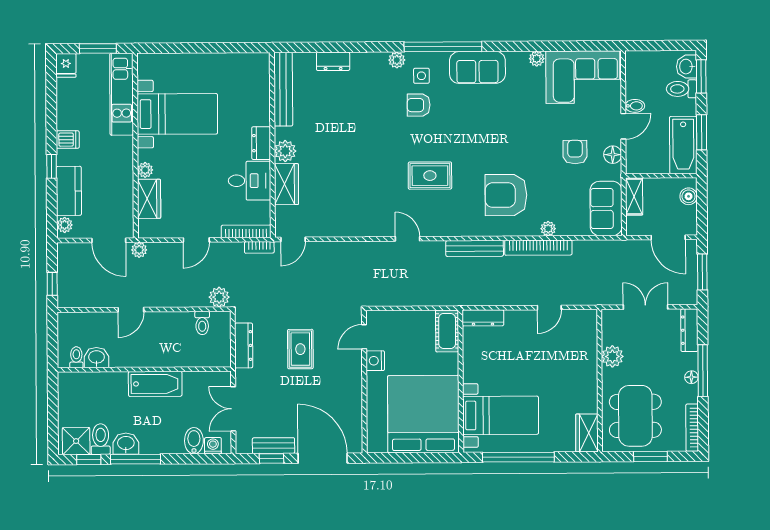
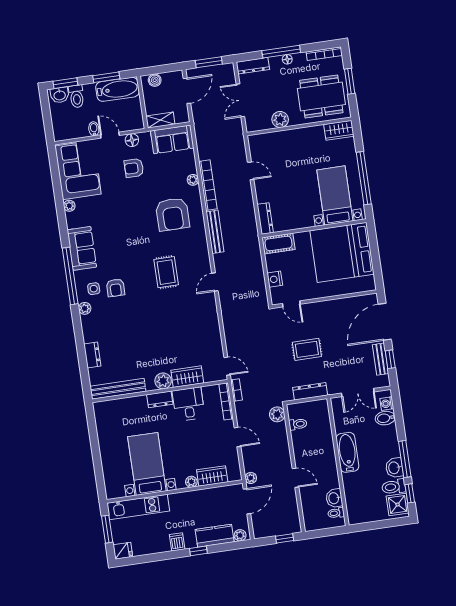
nightstand: (375, 361) -> (275, 279), moved, turned 90

